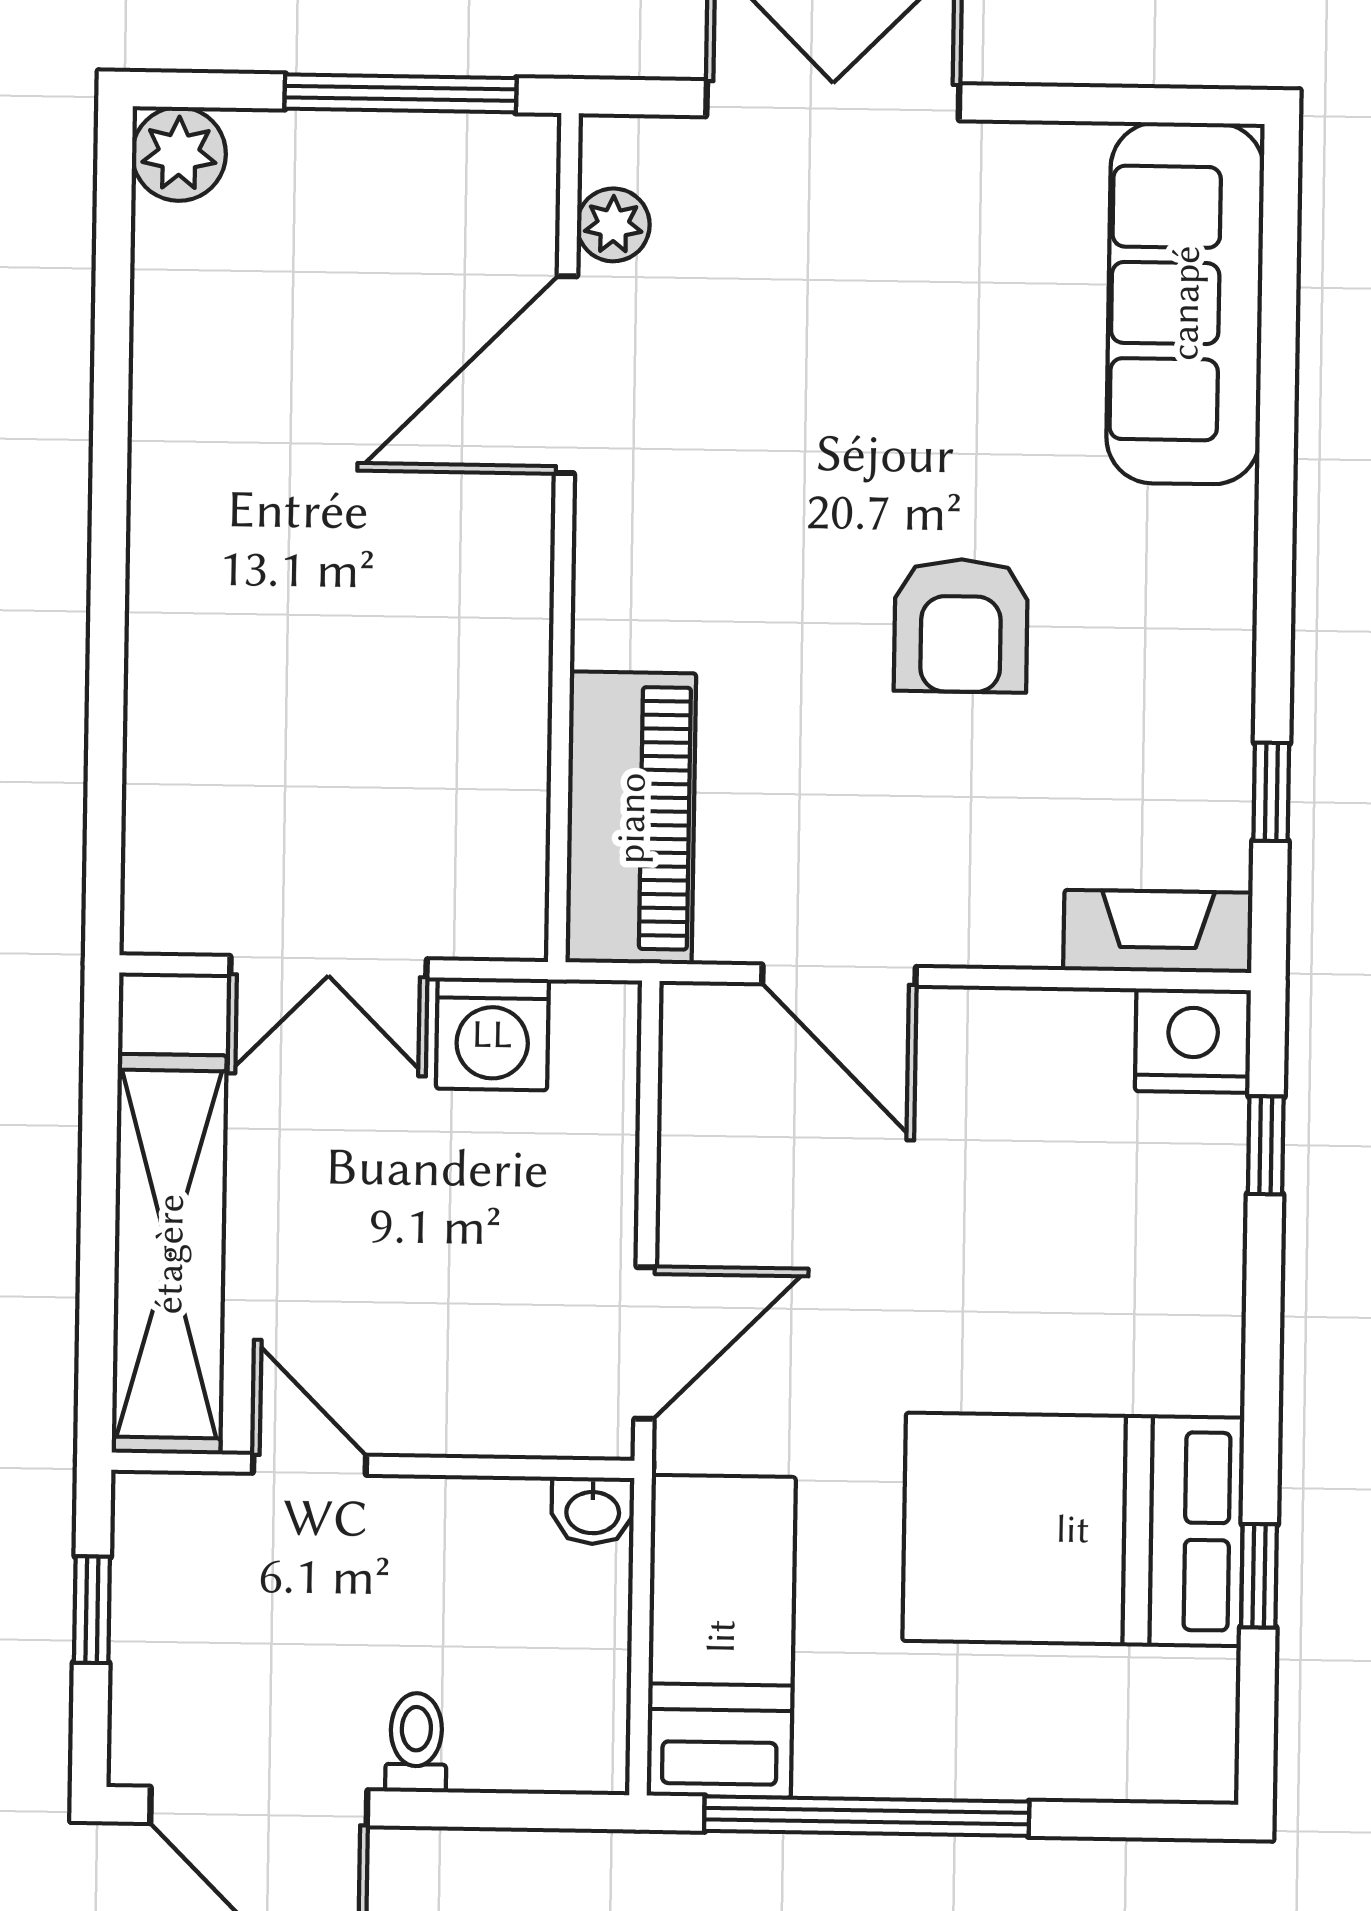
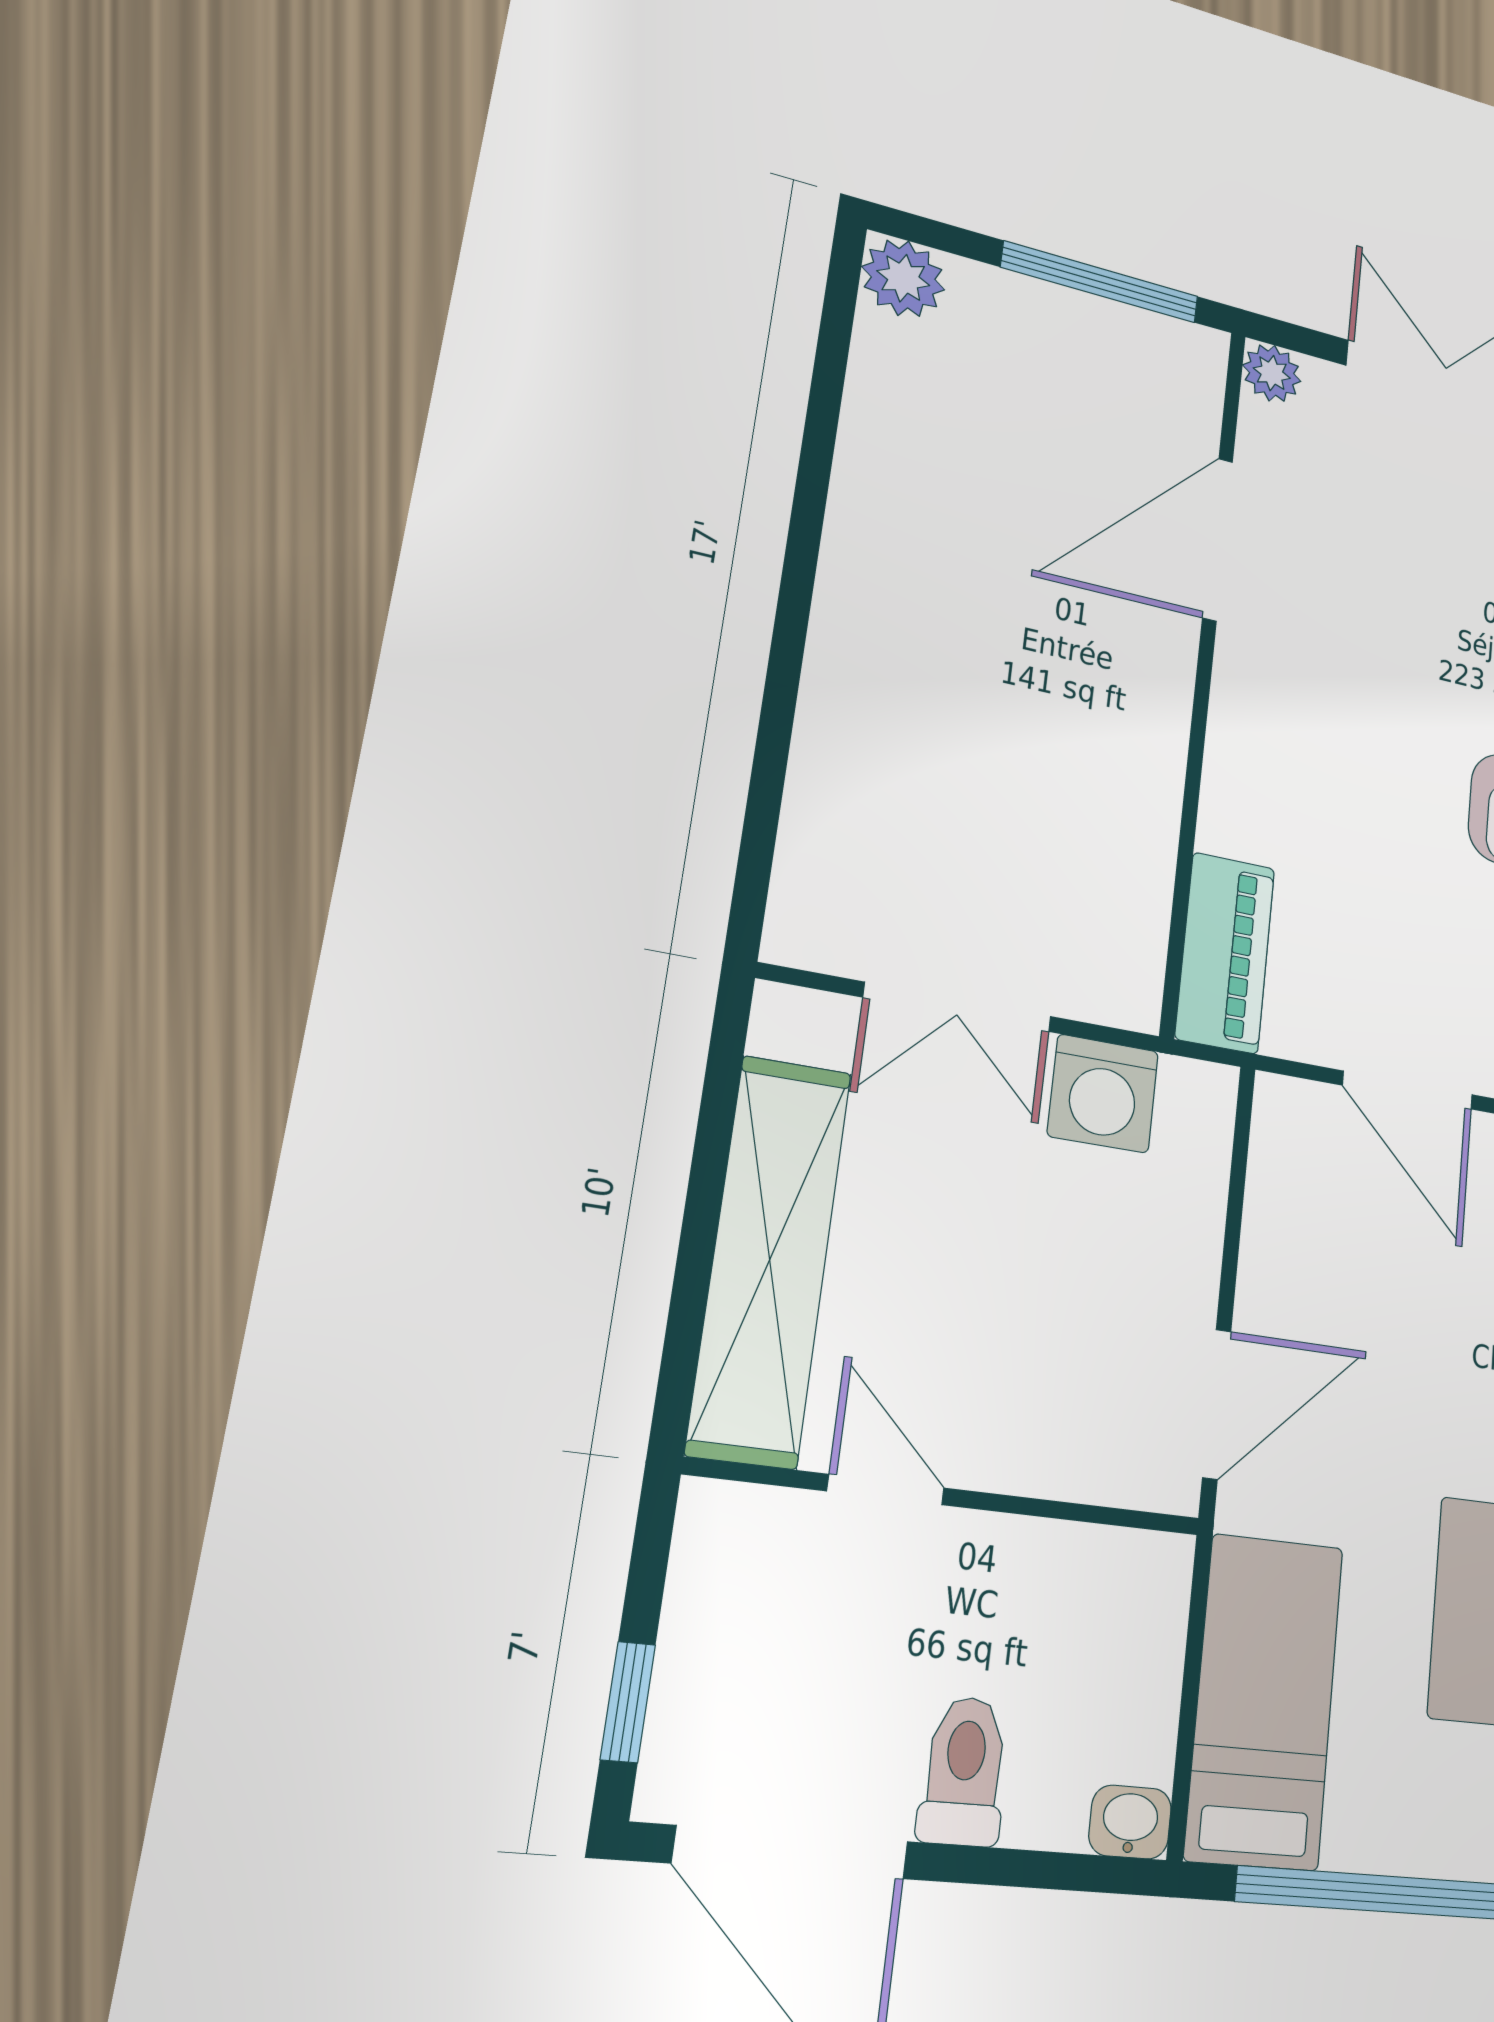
plant: (613, 225) -> (1272, 373), moved
piano: (631, 818) -> (1225, 953), width x0.73, depth x0.75
washbasin: (593, 1511) -> (1130, 1822), moved, turned 180
window: (92, 1610) -> (628, 1702), moved
toilet: (416, 1743) -> (964, 1771), width x1.37, depth x1.39

